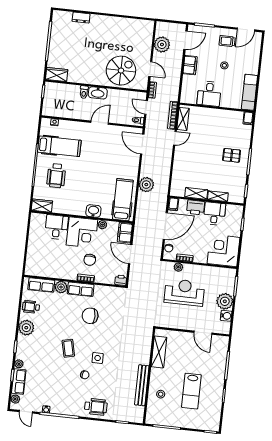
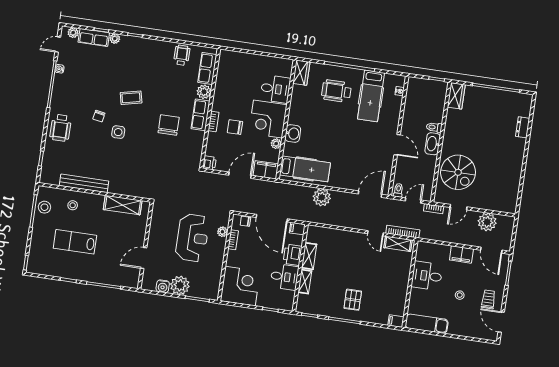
plant: (26, 328) -> (157, 49), removed
stool: (163, 418) -> (44, 207), added

